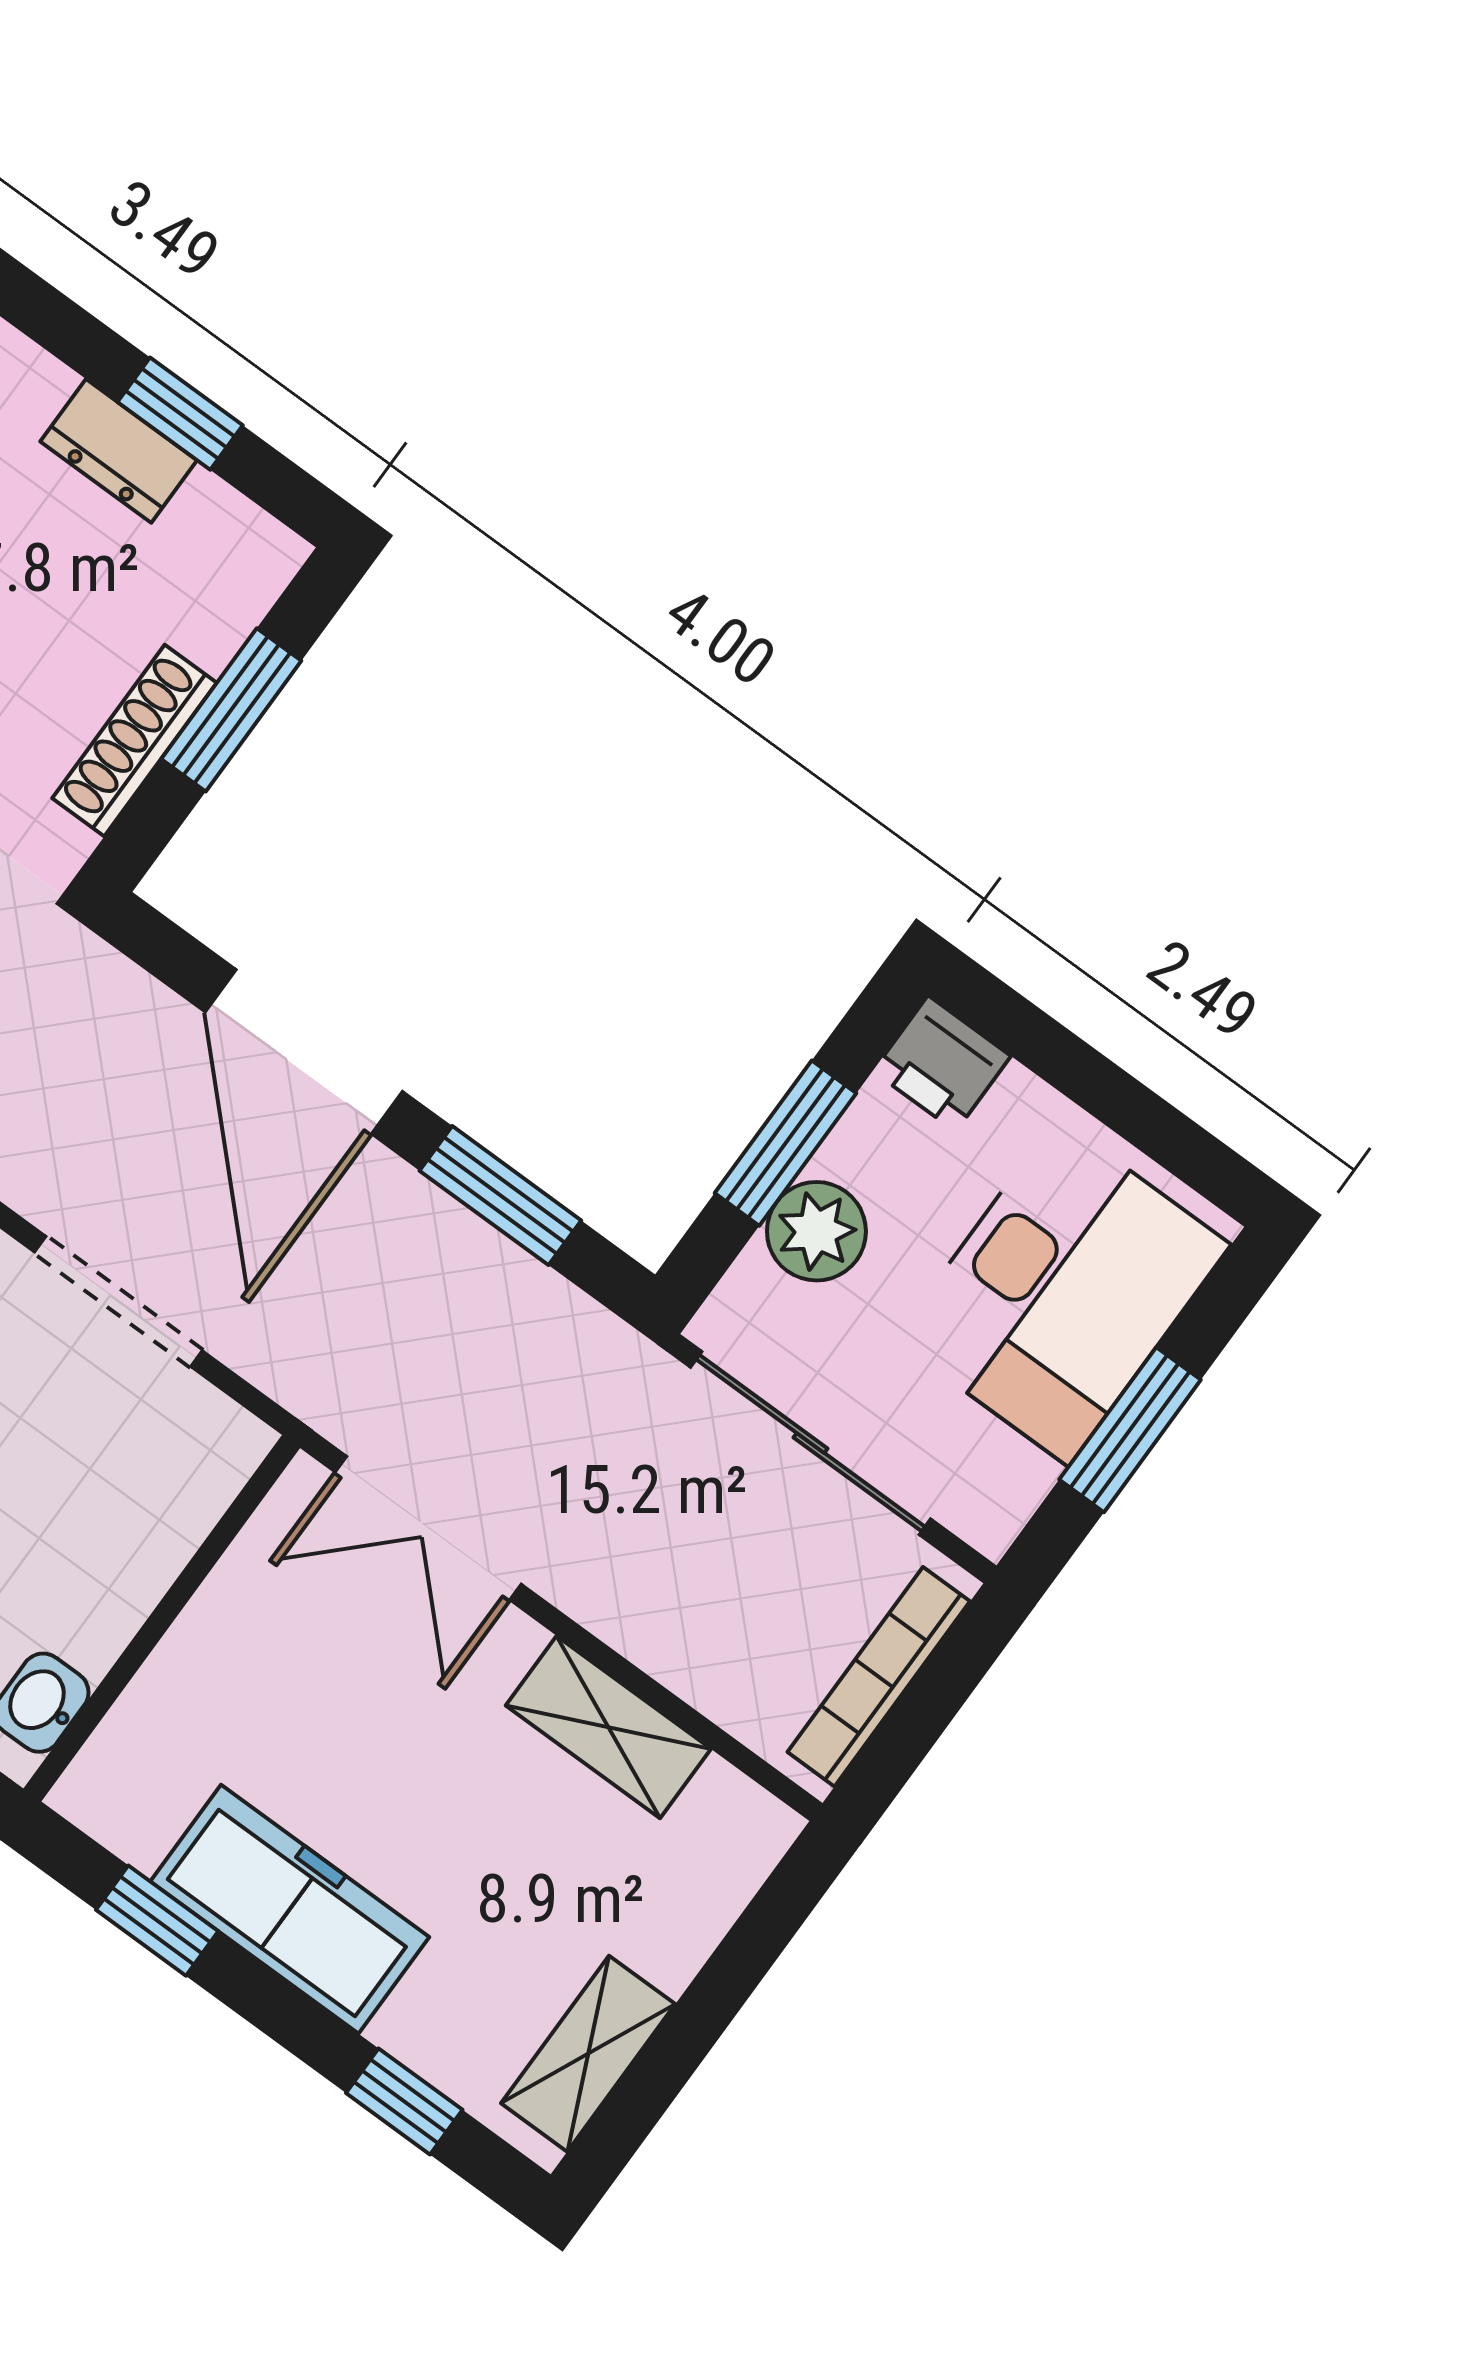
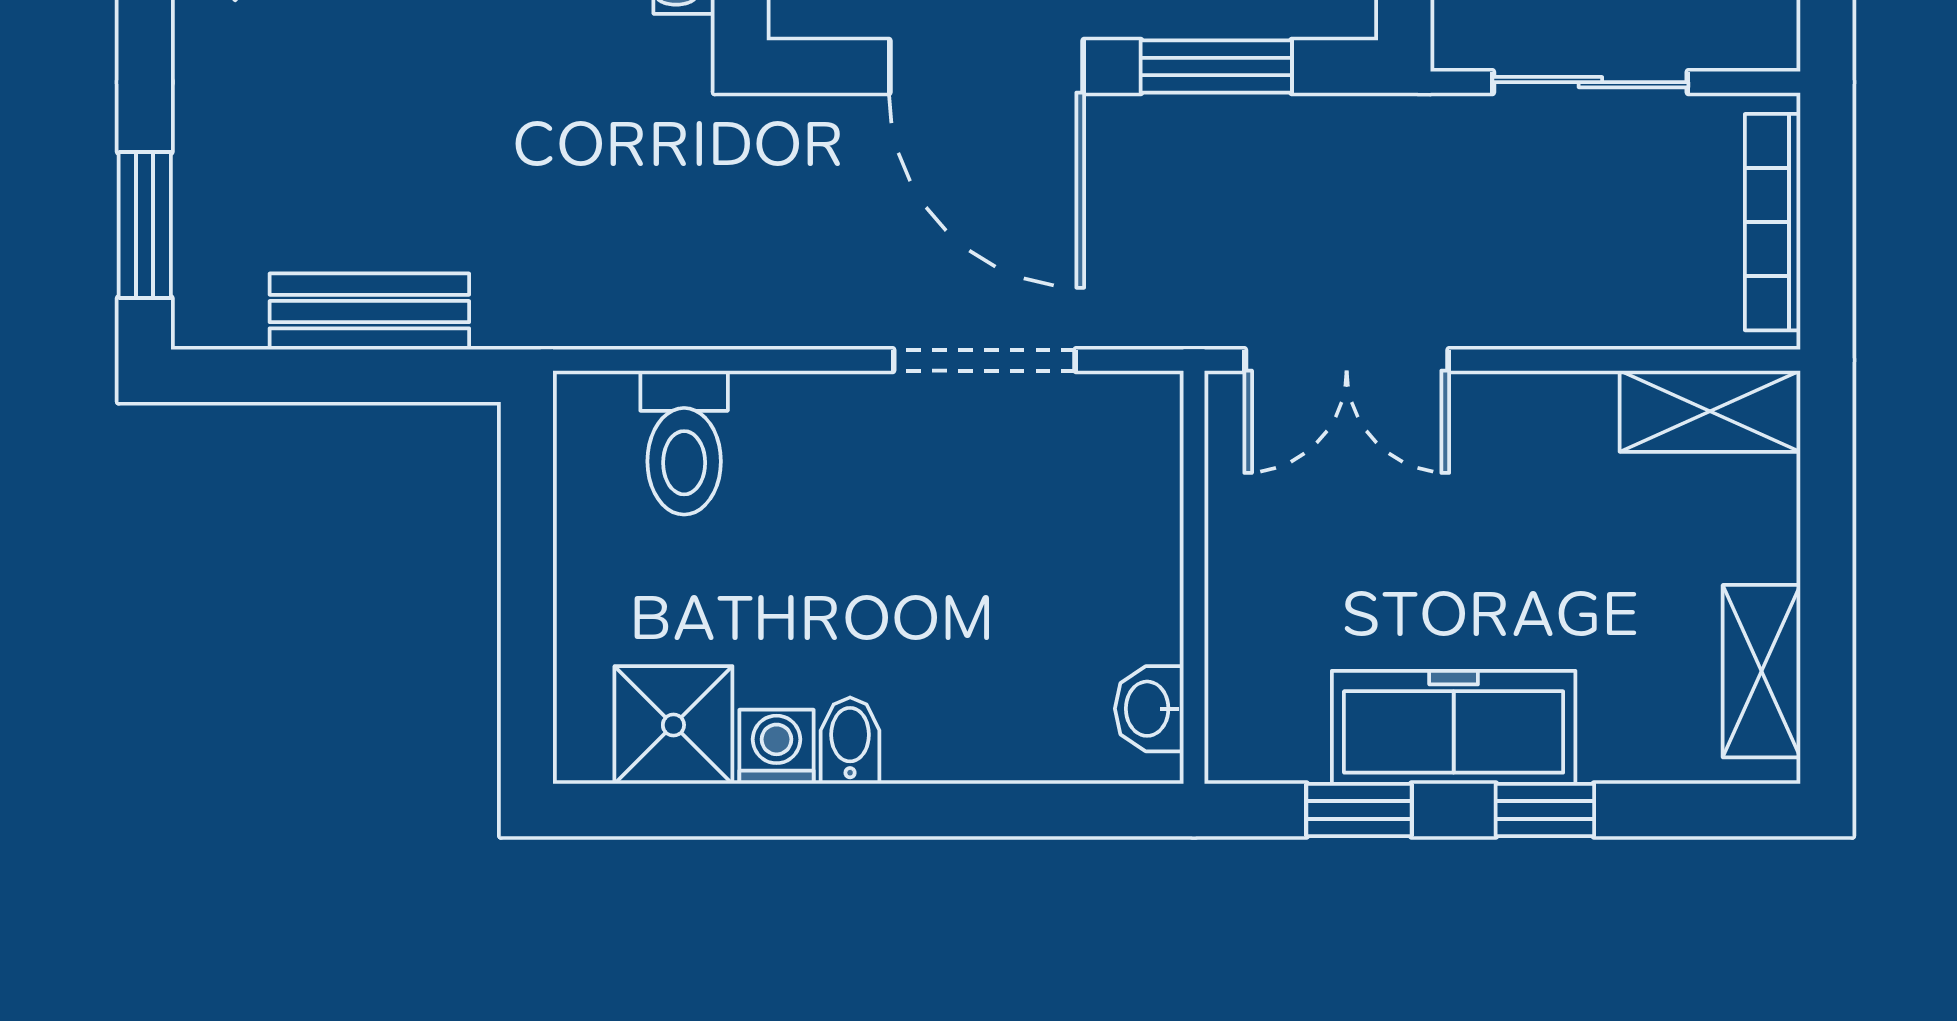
sliding door: (811, 1443) -> (1590, 82), width x0.73
shelving: (608, 1727) -> (1710, 411), moved
window: (404, 2101) -> (1545, 810), moved

